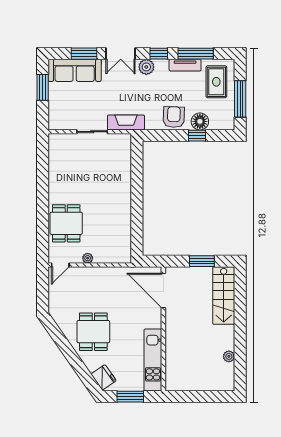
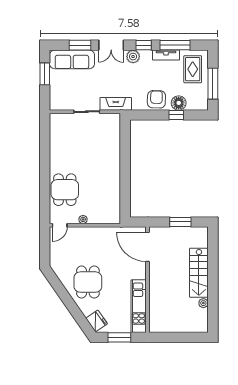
stairs: (224, 296) -> (199, 273), moved

